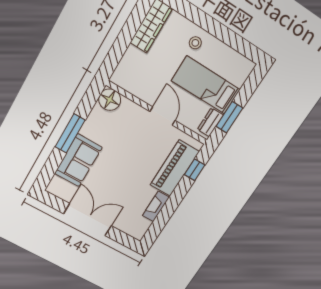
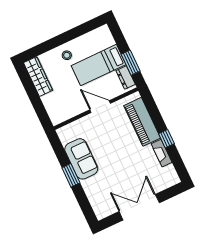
floor lamp: (110, 100) -> (66, 134), removed
window: (70, 133) -> (71, 175), width x0.69
sofa: (78, 160) -> (81, 159), moved
window: (195, 170) -> (166, 139), moved

